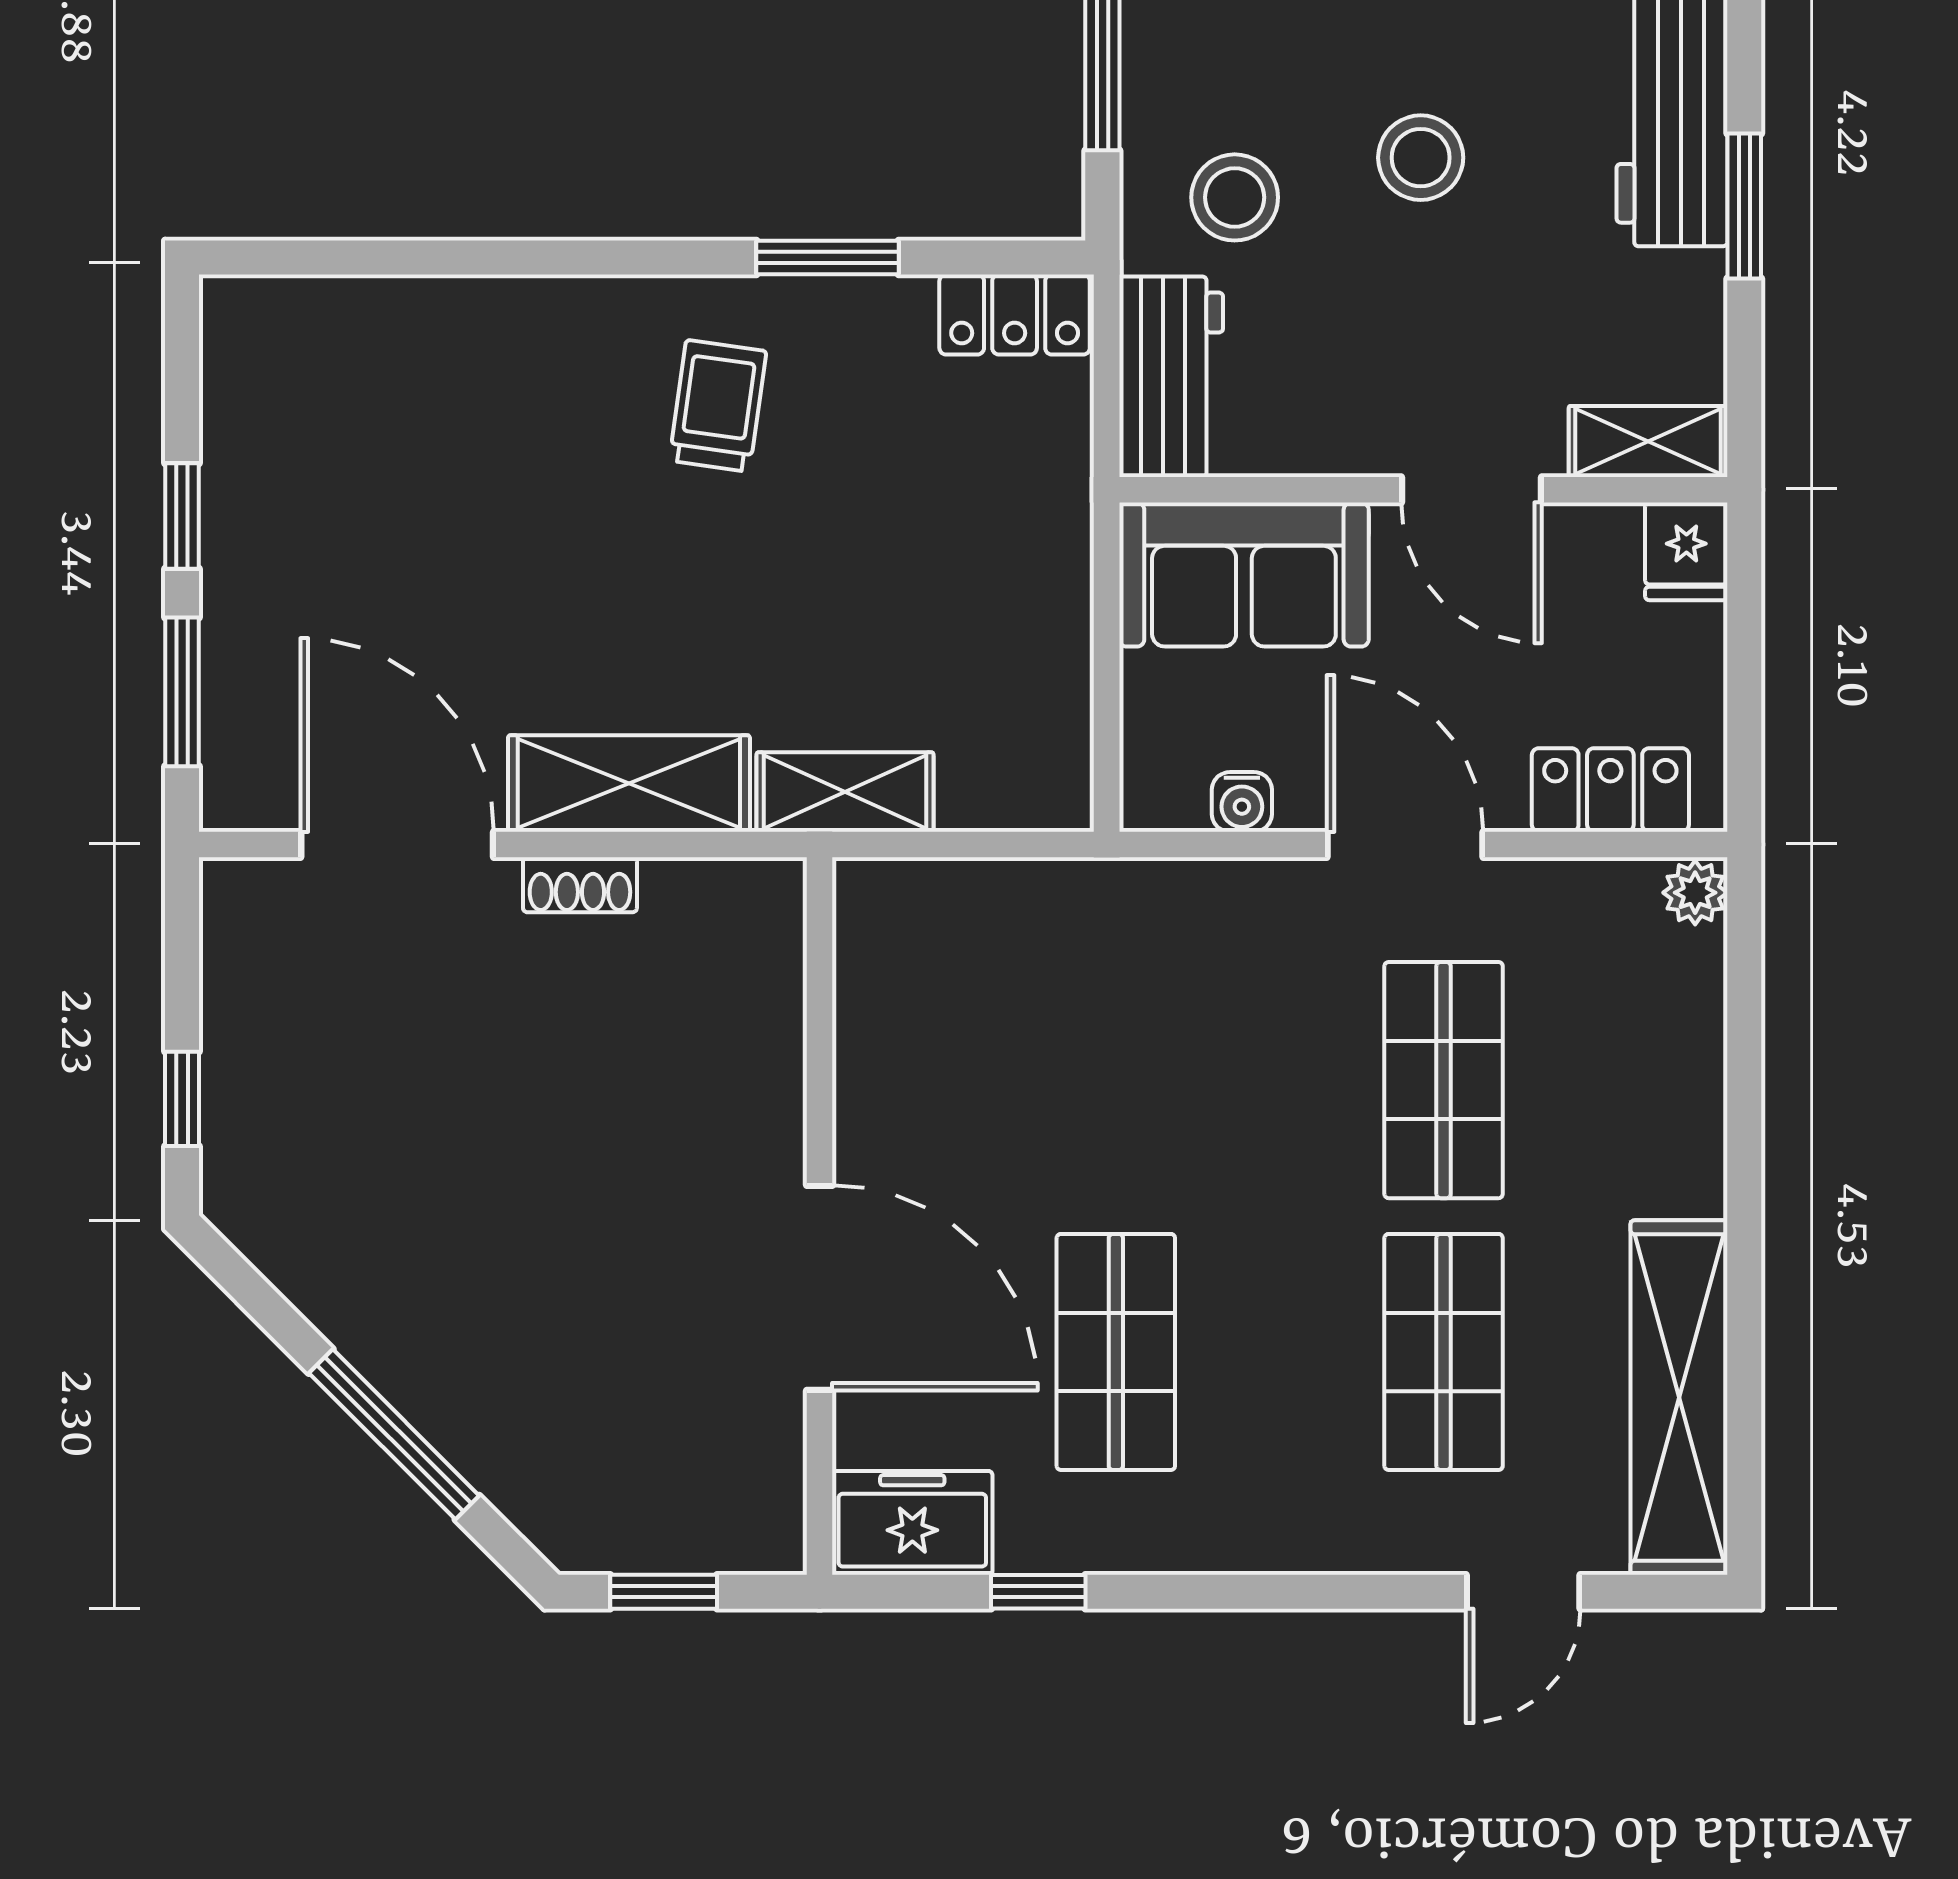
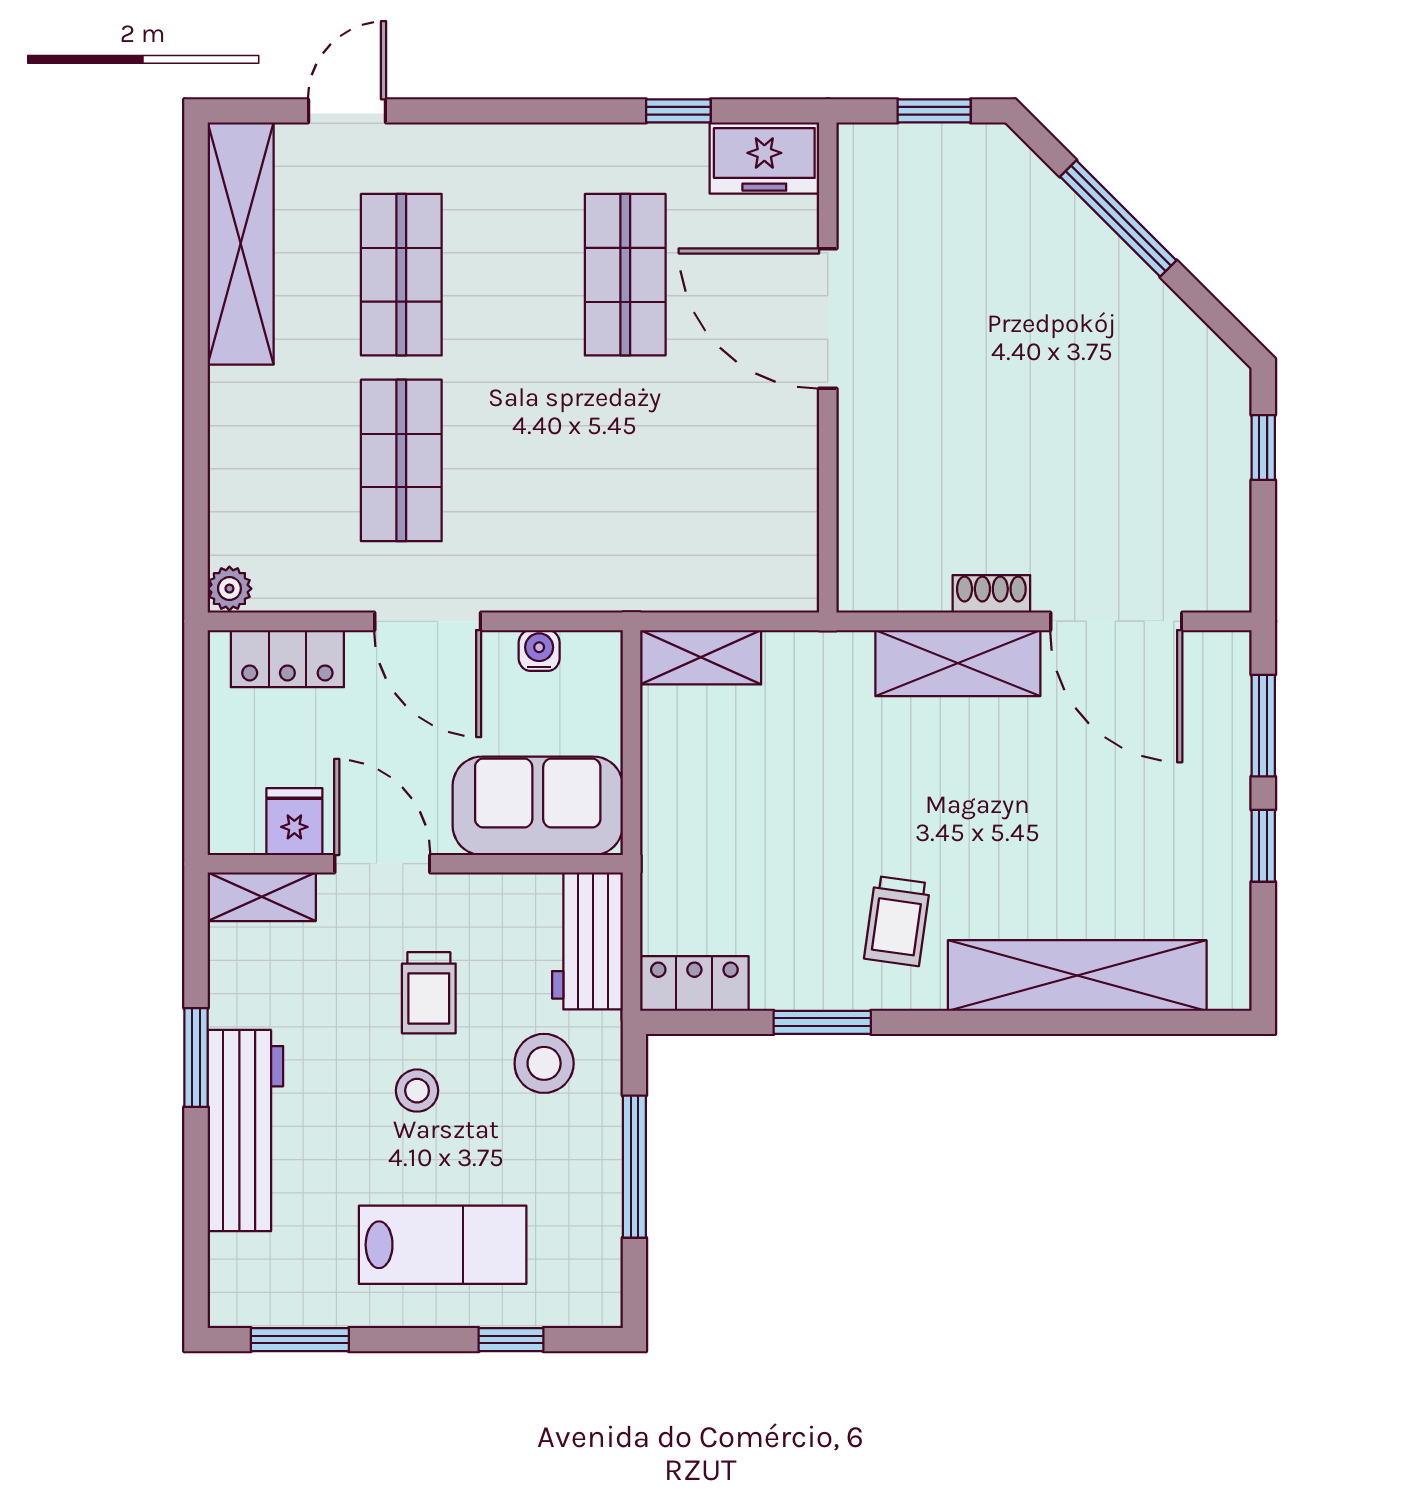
stool: (1421, 158) -> (417, 1091), width x0.73, depth x0.73
trolley: (1403, 301) -> (429, 993), added
shelving: (454, 326) -> (1077, 976), added
fridge: (1686, 551) -> (294, 822), moved
shelving: (845, 792) -> (701, 657), moved

